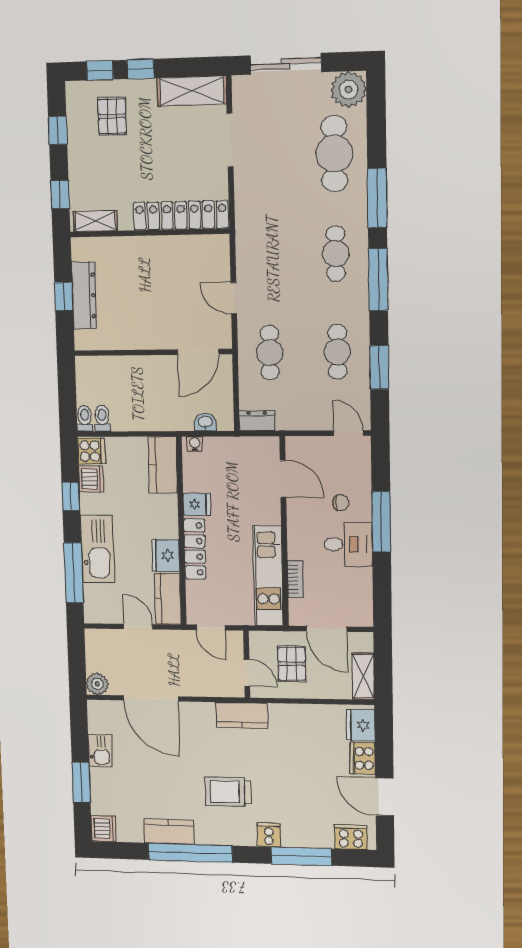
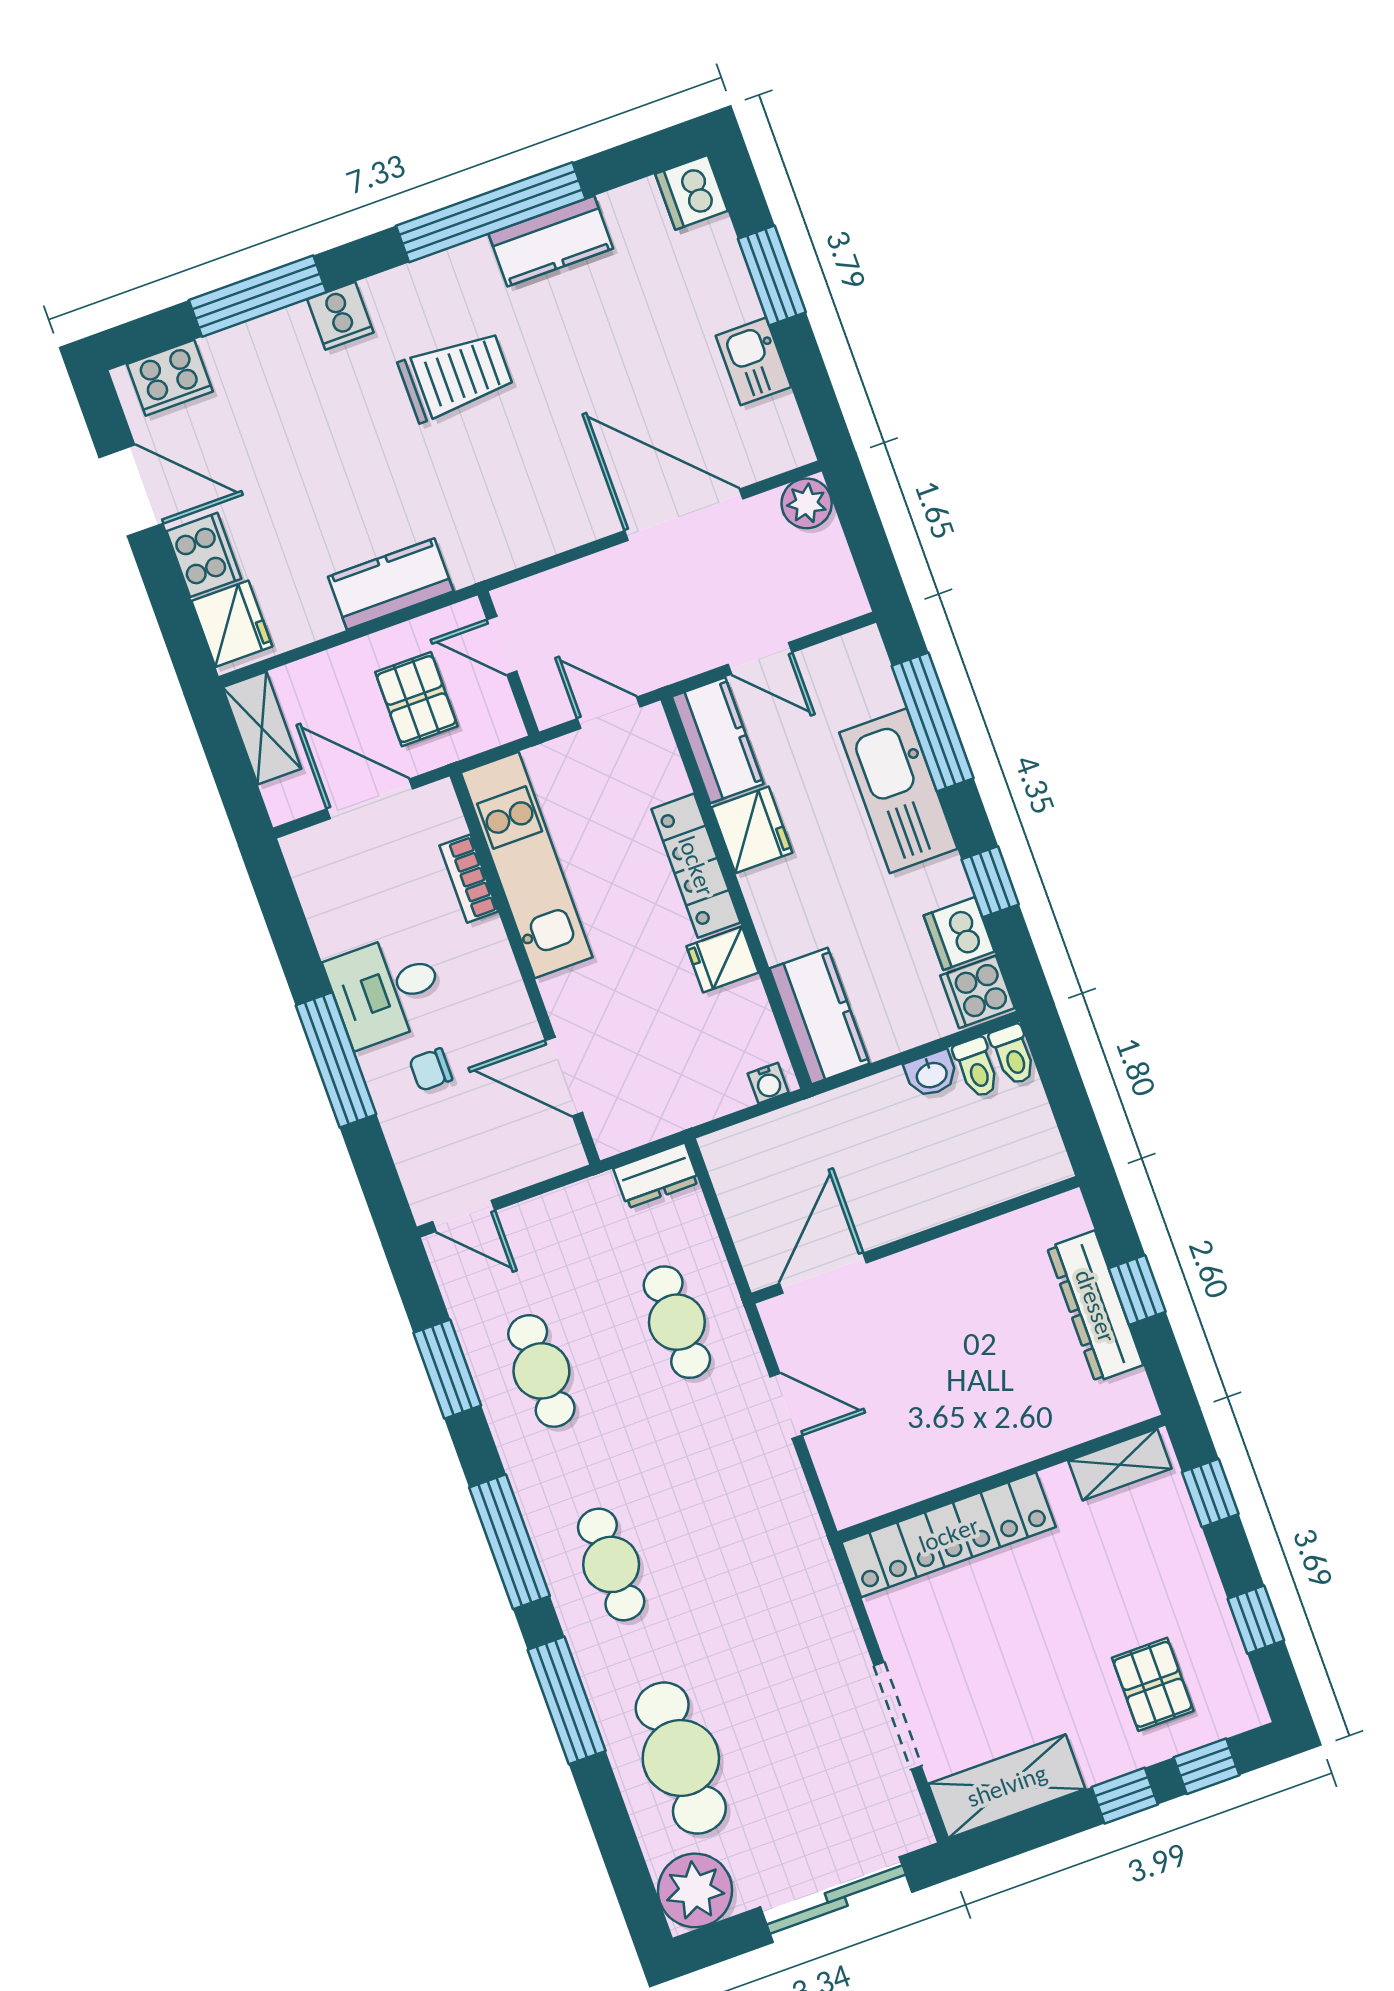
washbasin: (205, 422) -> (931, 1074), moved
kitchen counter: (242, 715) -> (391, 584), moved

